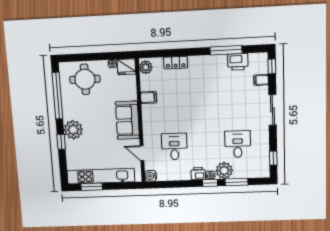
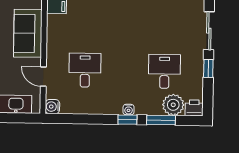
window: (273, 158) -> (208, 68), moved
plant: (224, 171) -> (173, 105), moved
printer: (198, 174) -> (194, 108), moved

